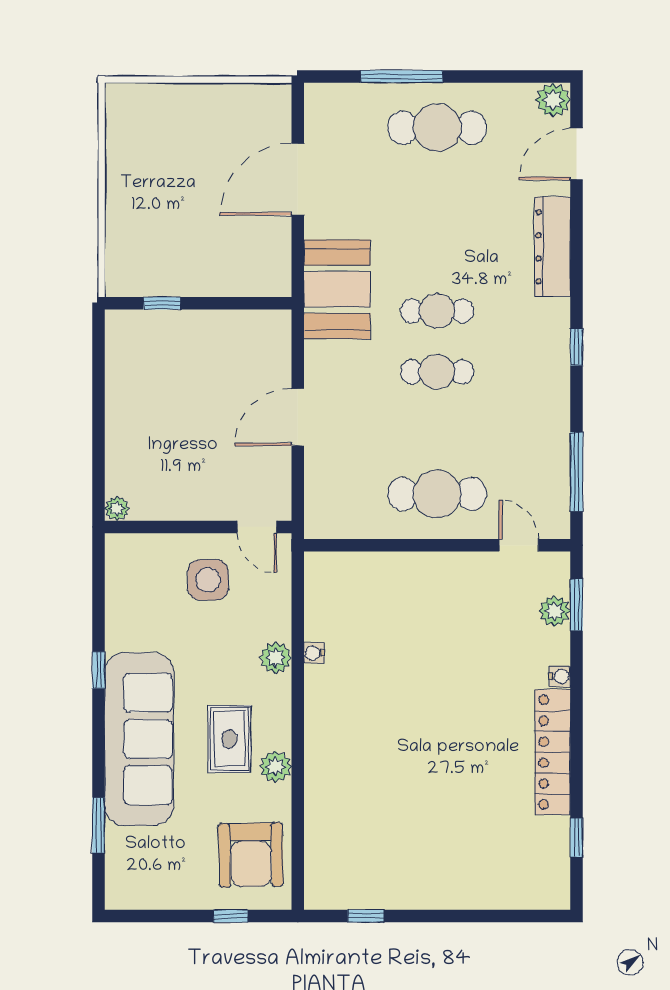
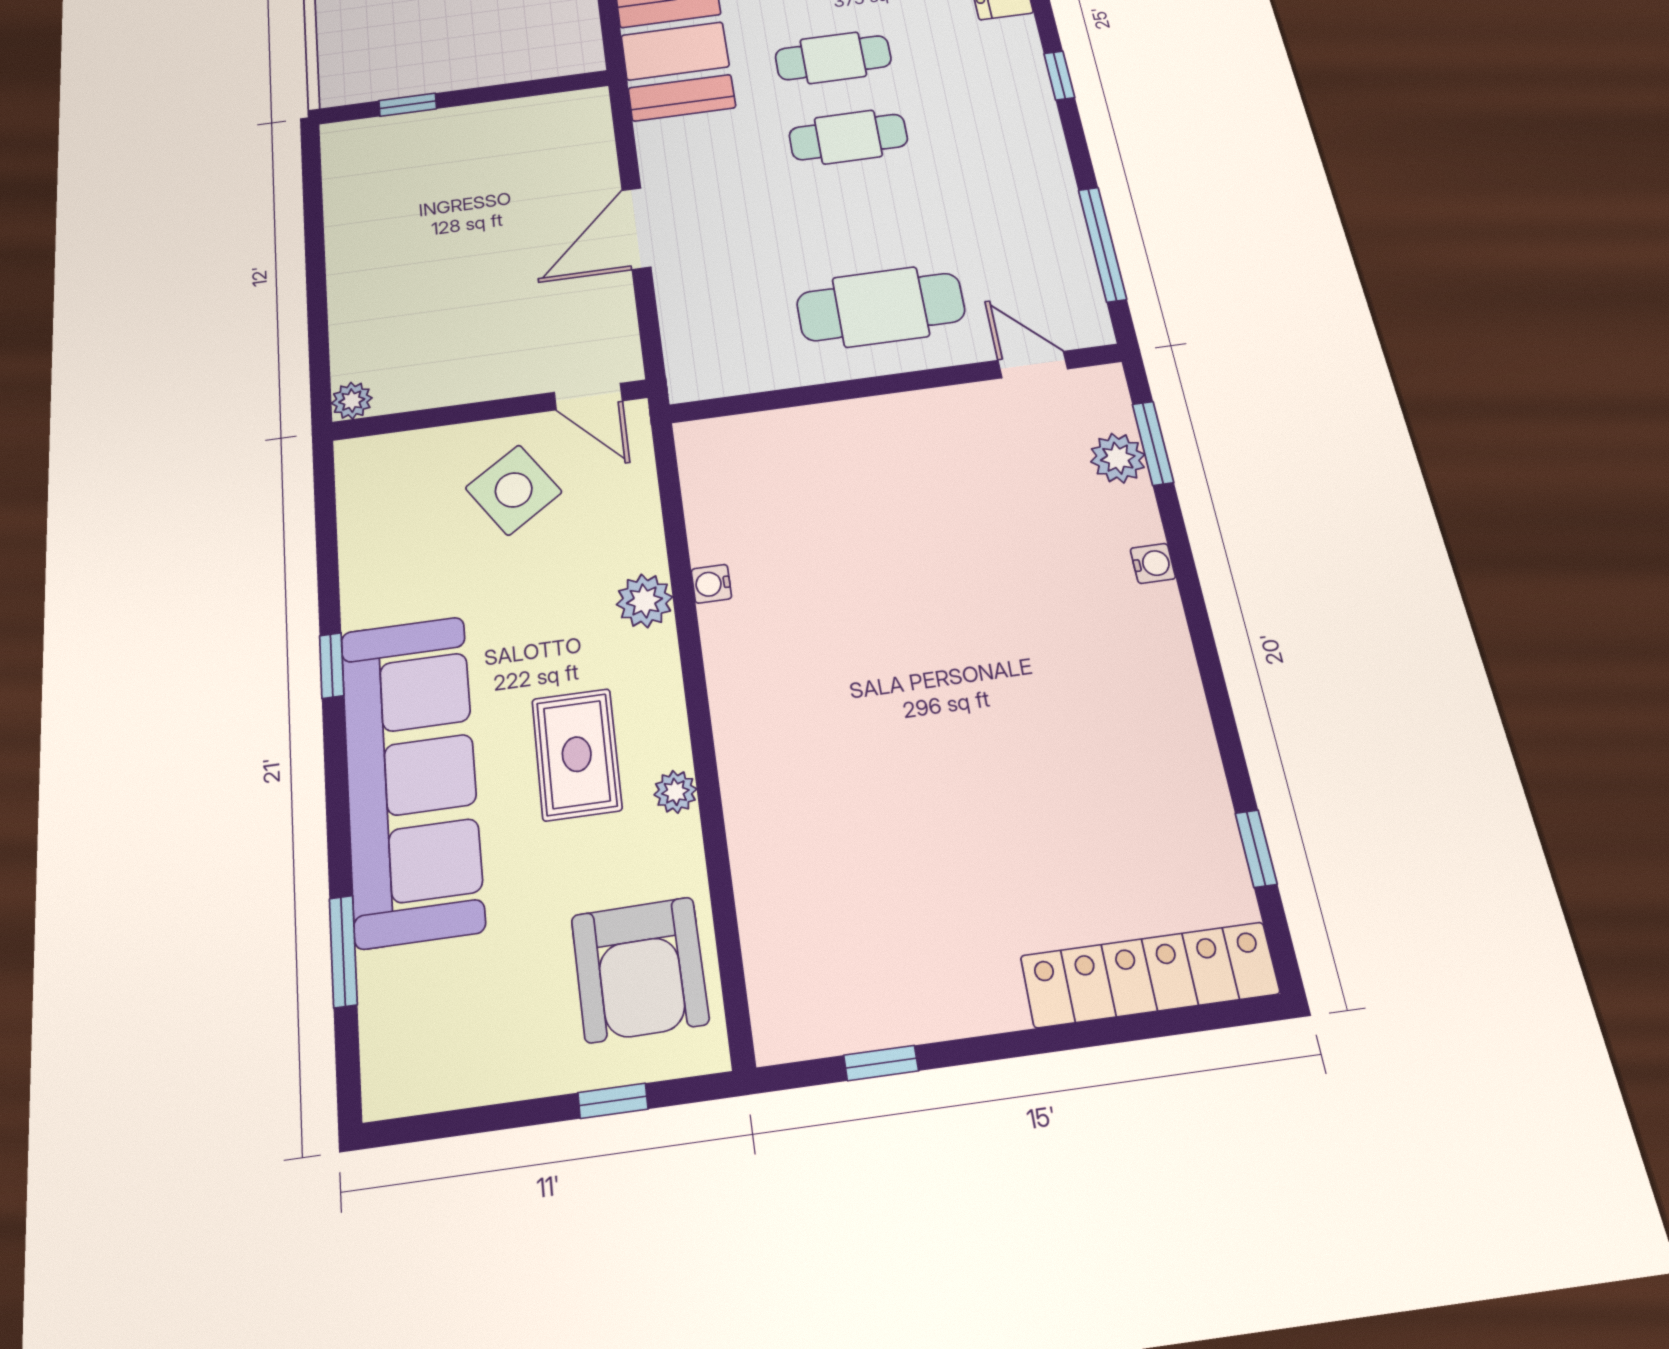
side table: (208, 580) -> (514, 490), turned -34
locker: (553, 752) -> (1149, 975), moved, turned 90
plant: (276, 767) -> (675, 792), width x0.73, depth x0.73

